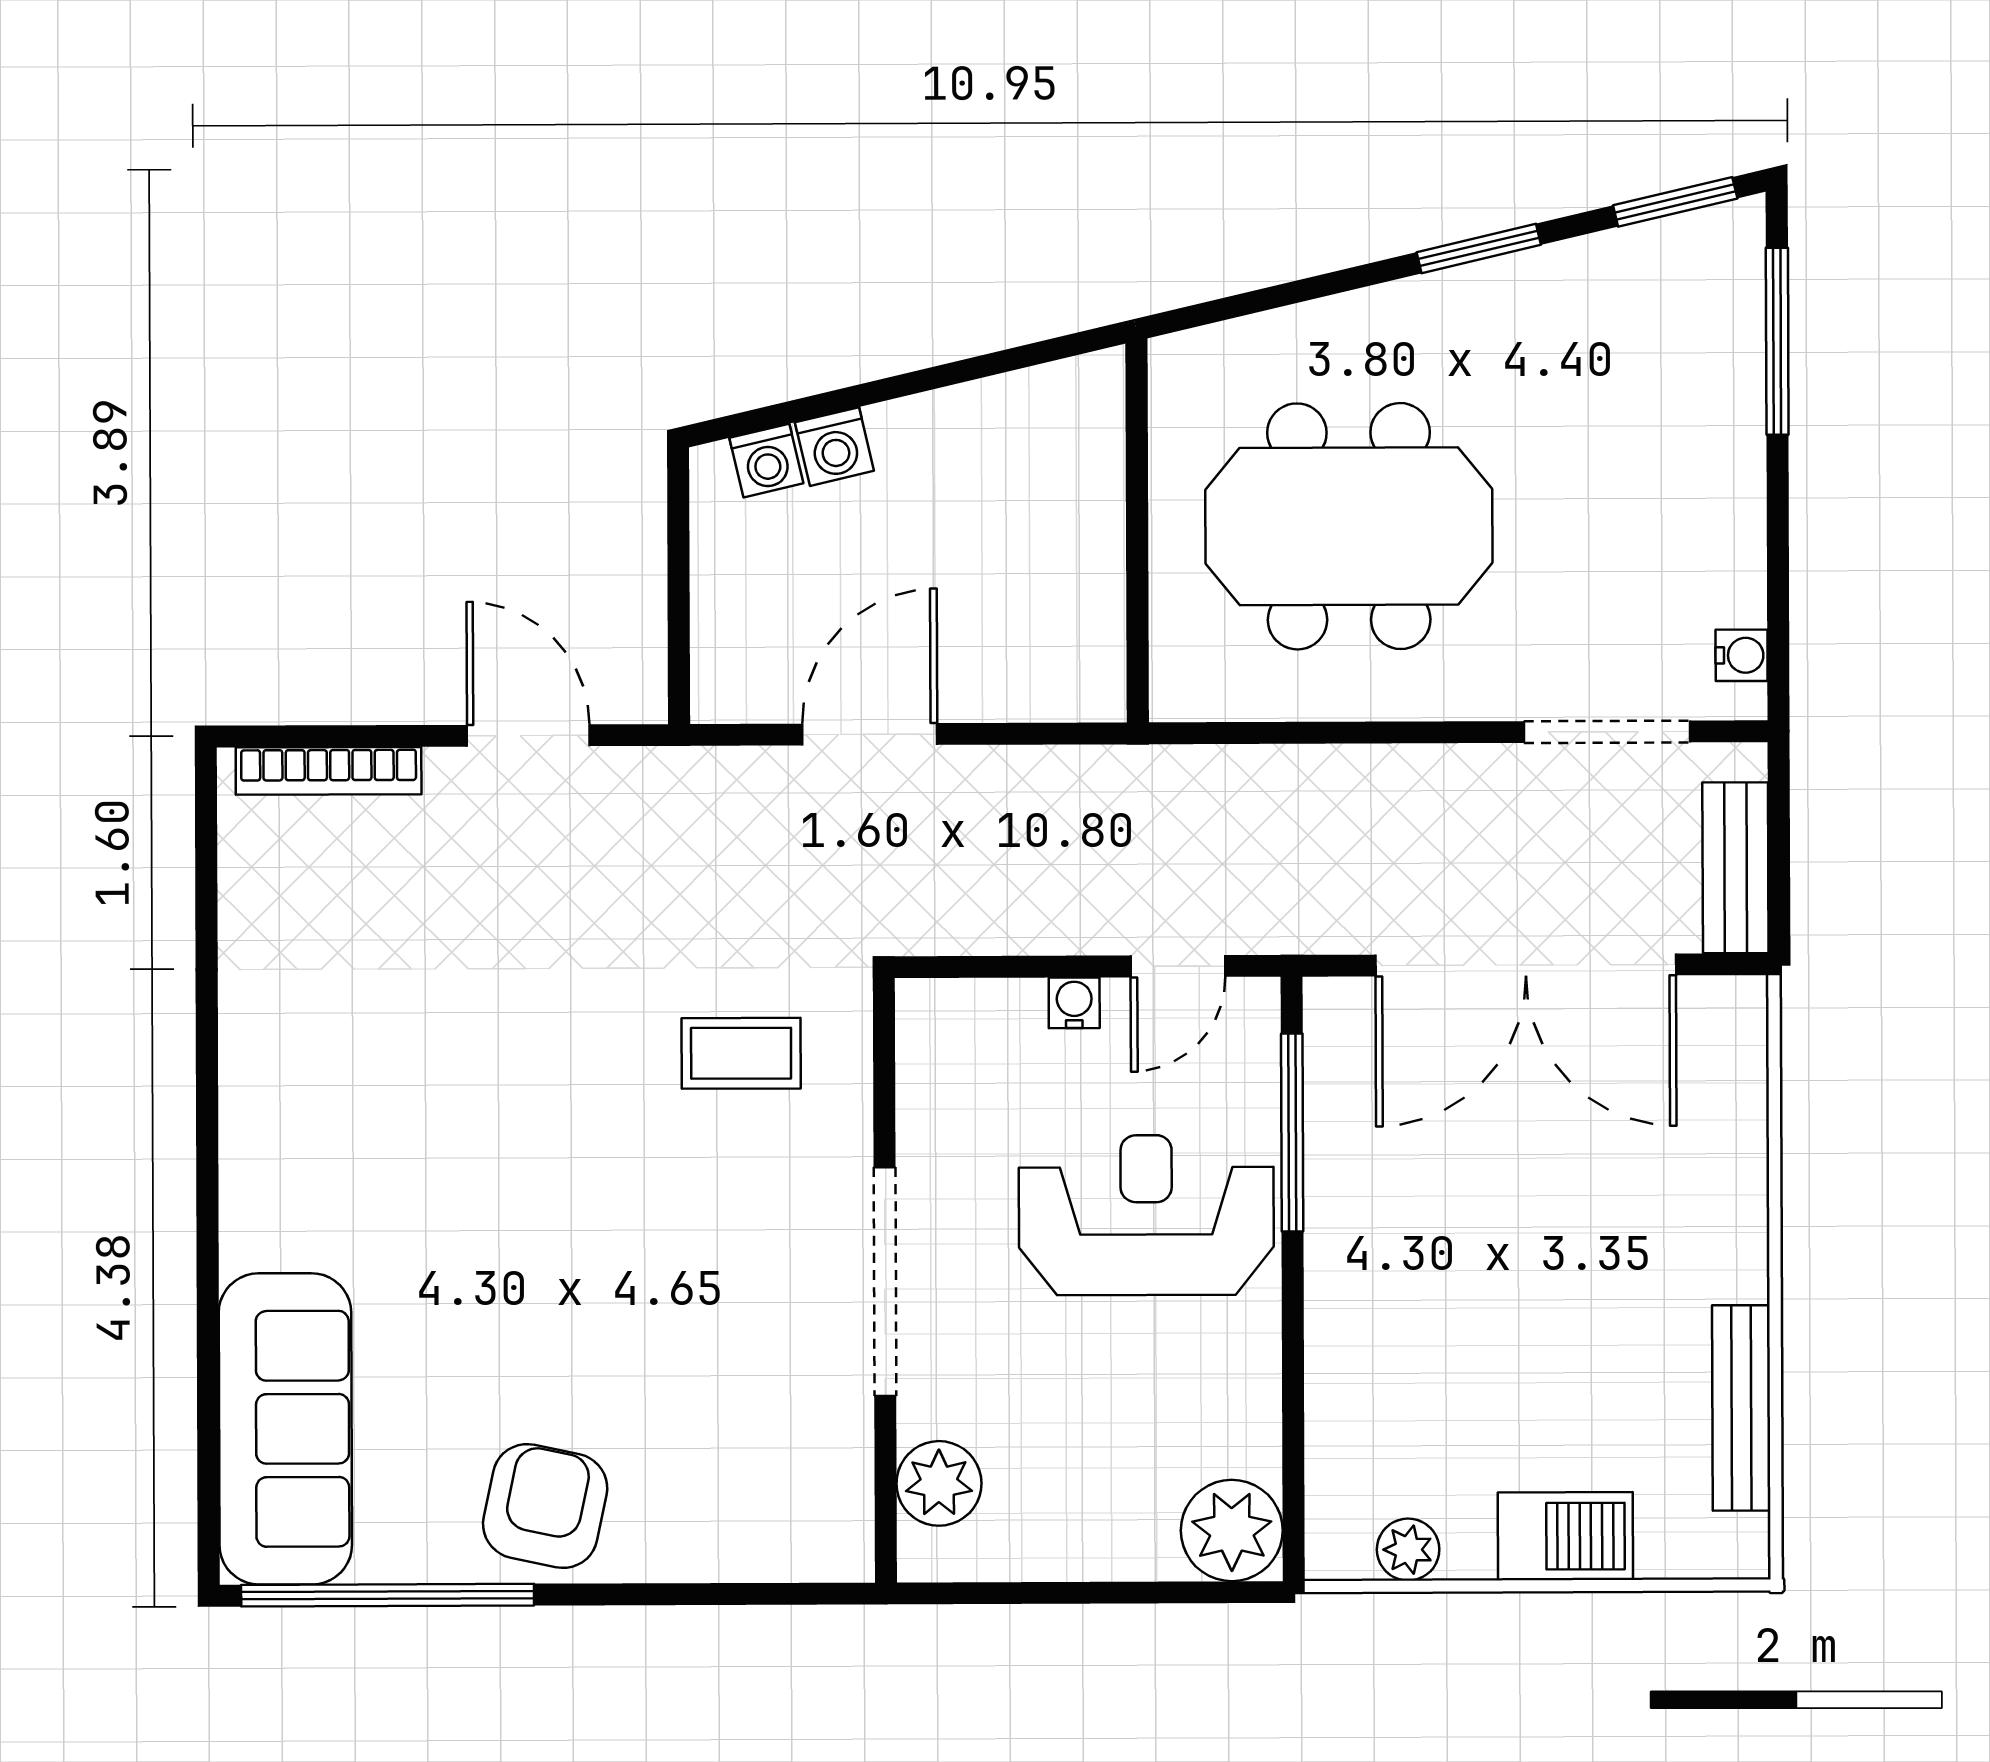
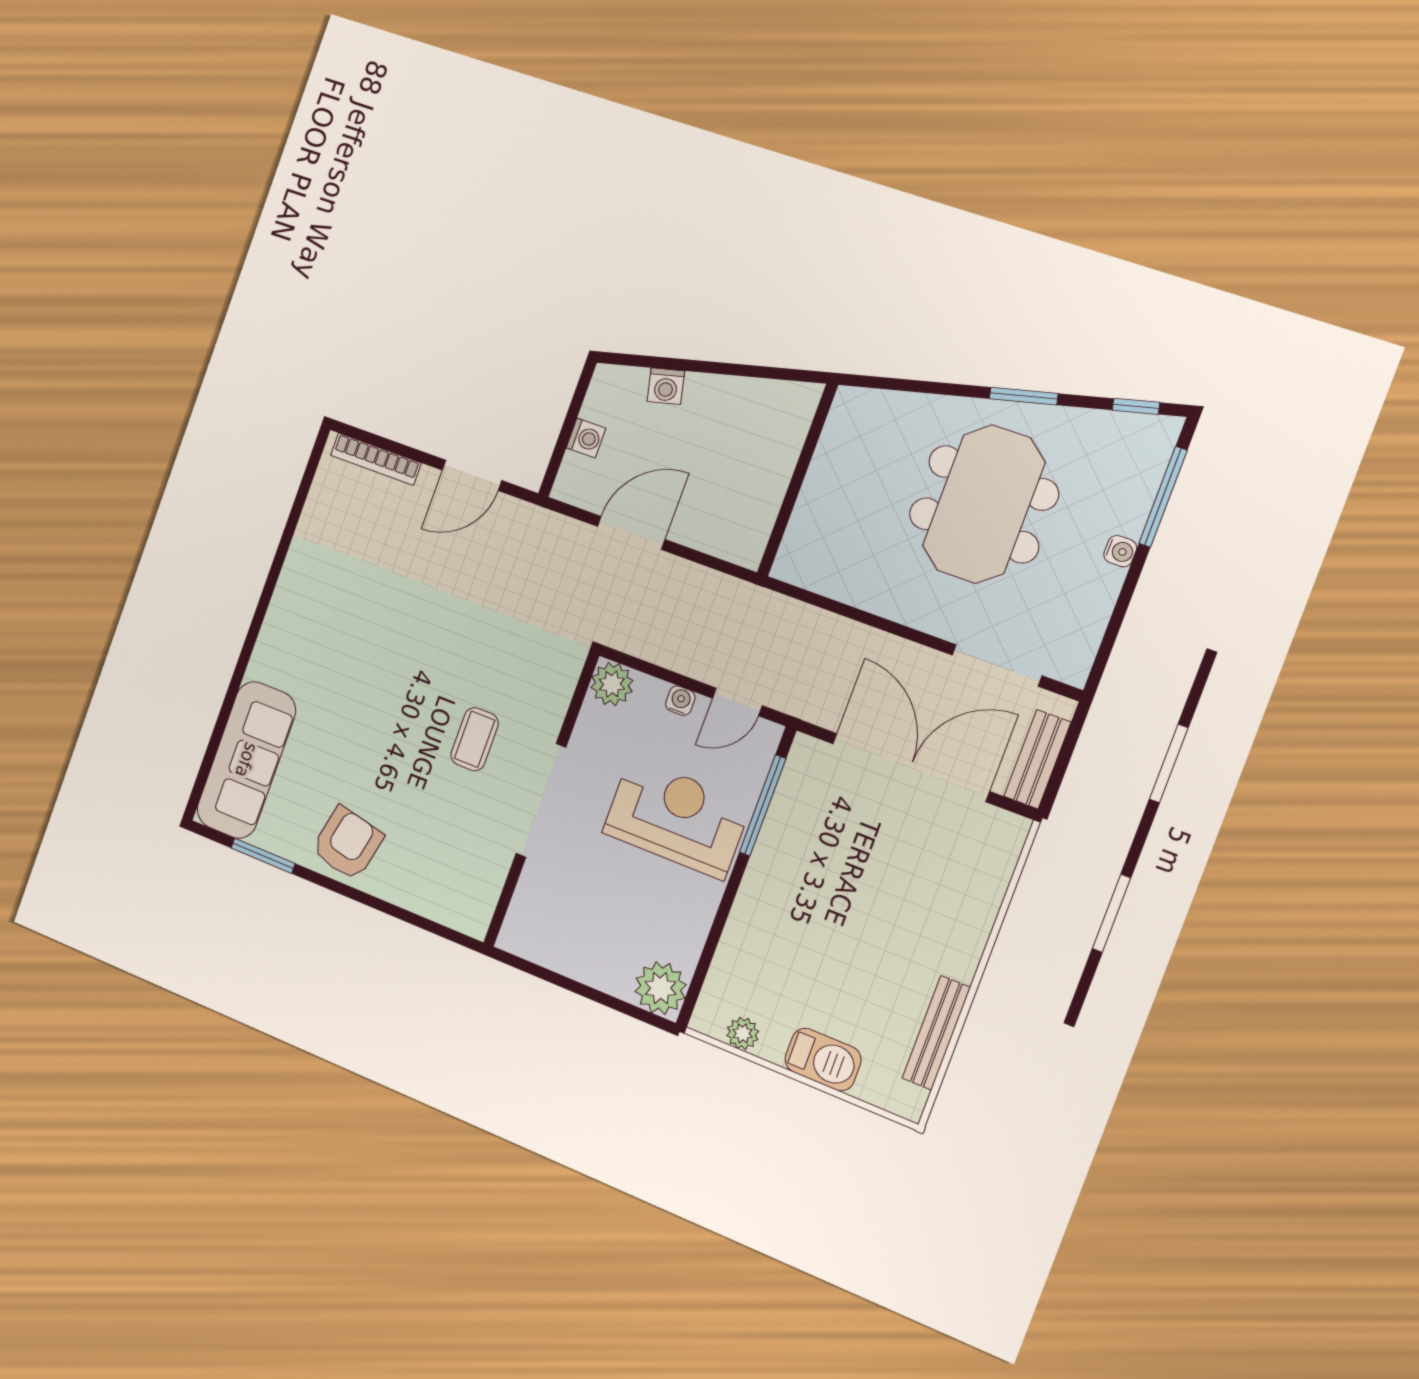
window: (1675, 202) -> (1136, 406), width x0.67
washing machine: (766, 461) -> (586, 438), moved, turned -77
meeting table: (1349, 526) -> (984, 504), moved, turned 90
water cooler: (1742, 655) -> (1120, 551), moved
door: (528, 735) -> (472, 475), swing flipped
double door: (1526, 965) -> (911, 767), swing flipped
coffee table: (741, 1053) -> (475, 739), moved, turned 90
plant: (939, 1483) -> (612, 684), moved
window: (388, 1595) -> (263, 856), width x0.47

